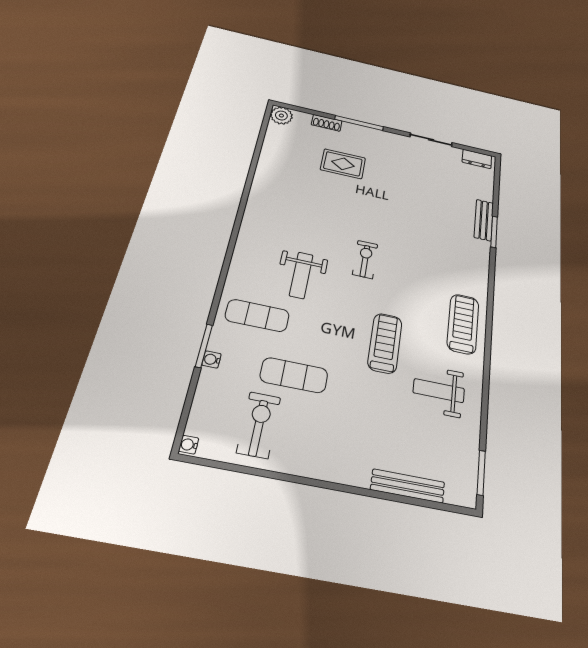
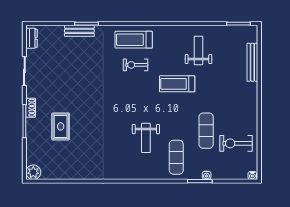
shoe rack: (327, 123) -> (31, 108), moved
exercise bike: (365, 259) -> (135, 65), moved
weight bench: (301, 275) -> (146, 138), turned 90
treadmill: (463, 324) -> (134, 40), moved
weight bench: (439, 391) -> (198, 50), turned 180

